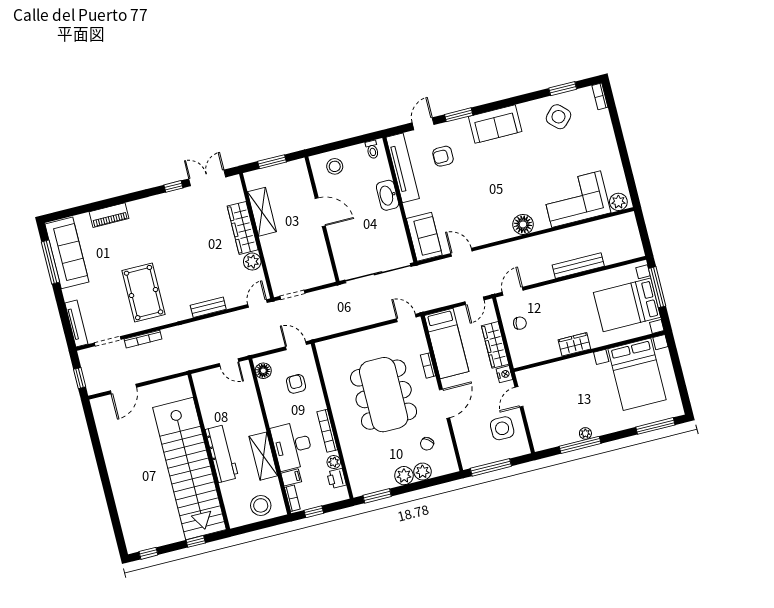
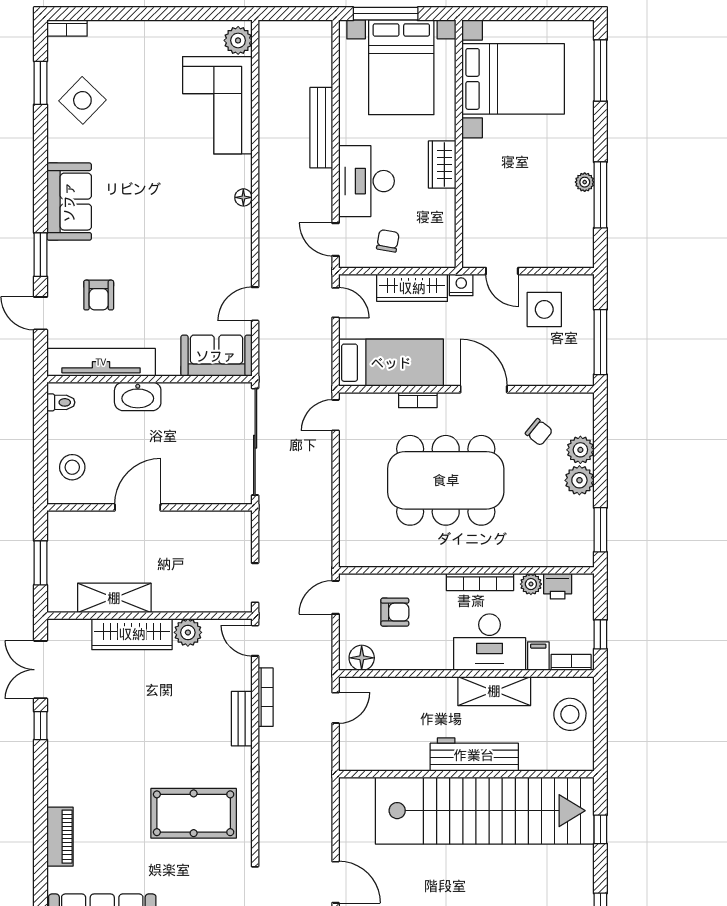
floor lamp: (523, 224) -> (243, 197), width x0.53, depth x0.53
desk: (553, 301) -> (366, 181), added
bookcase: (143, 339) -> (266, 697), moved
armchair: (296, 384) -> (395, 612), turned 180

